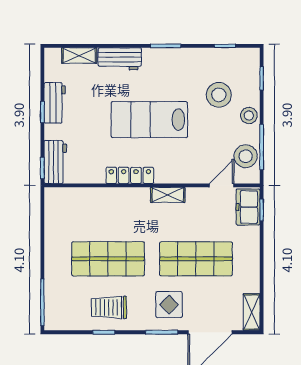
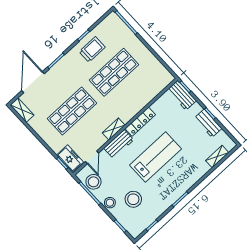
workbench: (120, 59) -> (119, 144), moved, turned 180
display table: (169, 305) -> (65, 77), removed

